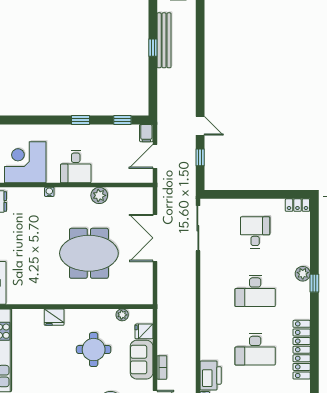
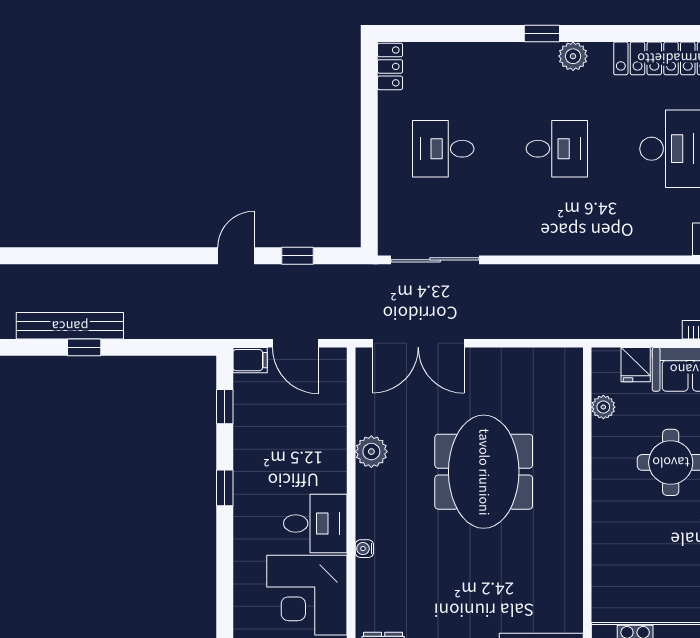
desk: (76, 167) -> (315, 523), moved
double door: (155, 238) -> (418, 343), moved
plant: (303, 274) -> (573, 56), moved
desk: (255, 291) -> (557, 149), width x0.73
fridge: (54, 317) -> (608, 539), removed

